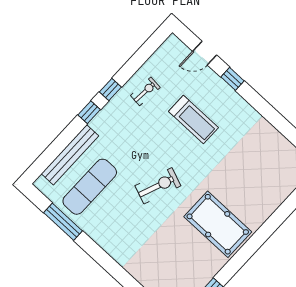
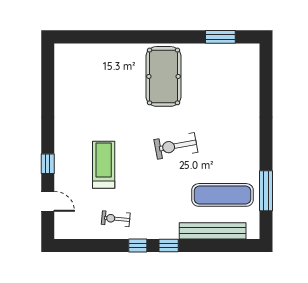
exercise bike: (158, 186) -> (176, 146), turned -31

